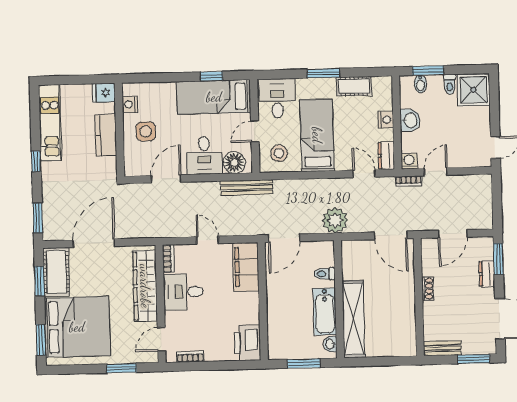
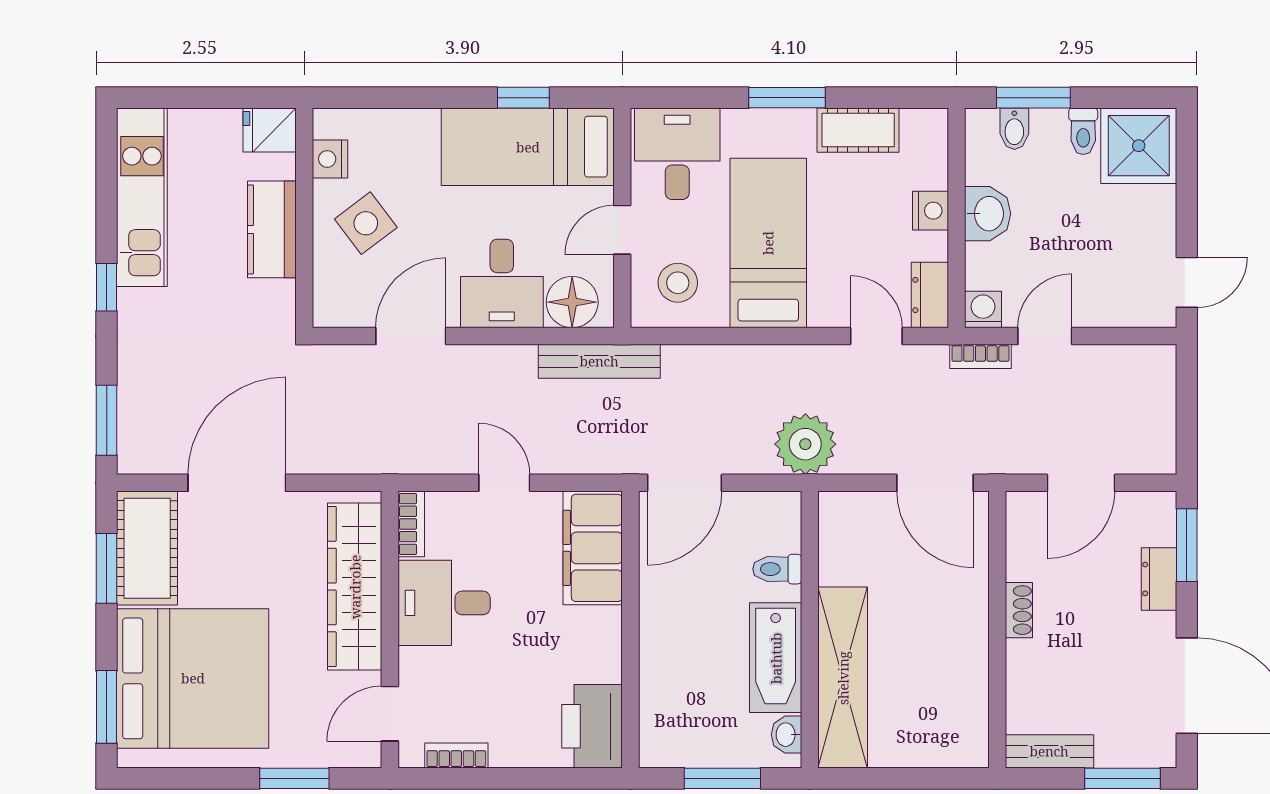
side table: (146, 131) -> (366, 223), turned -37

